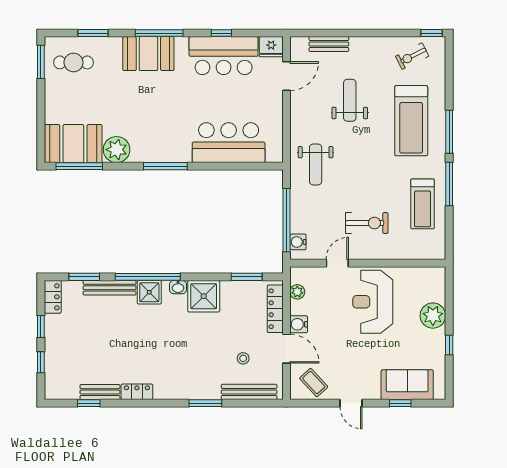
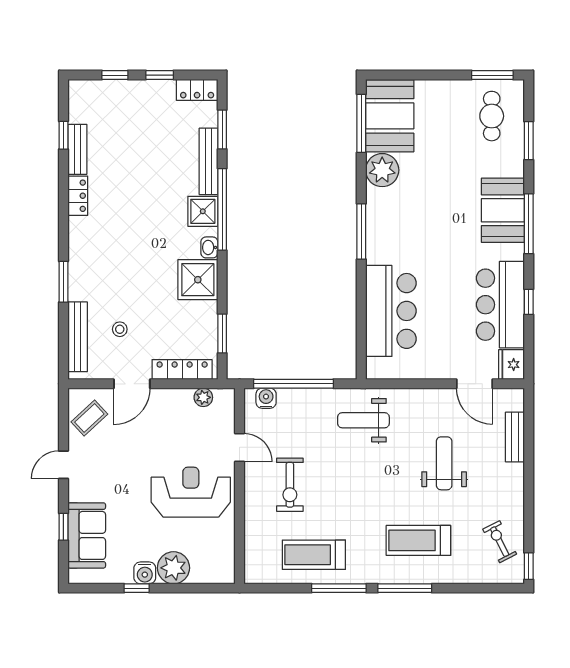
weight bench: (350, 100) -> (444, 463), turned -90
treadmill: (411, 121) -> (418, 540), width x0.73, depth x0.73
water cooler: (299, 324) -> (145, 573), moved, turned 180

